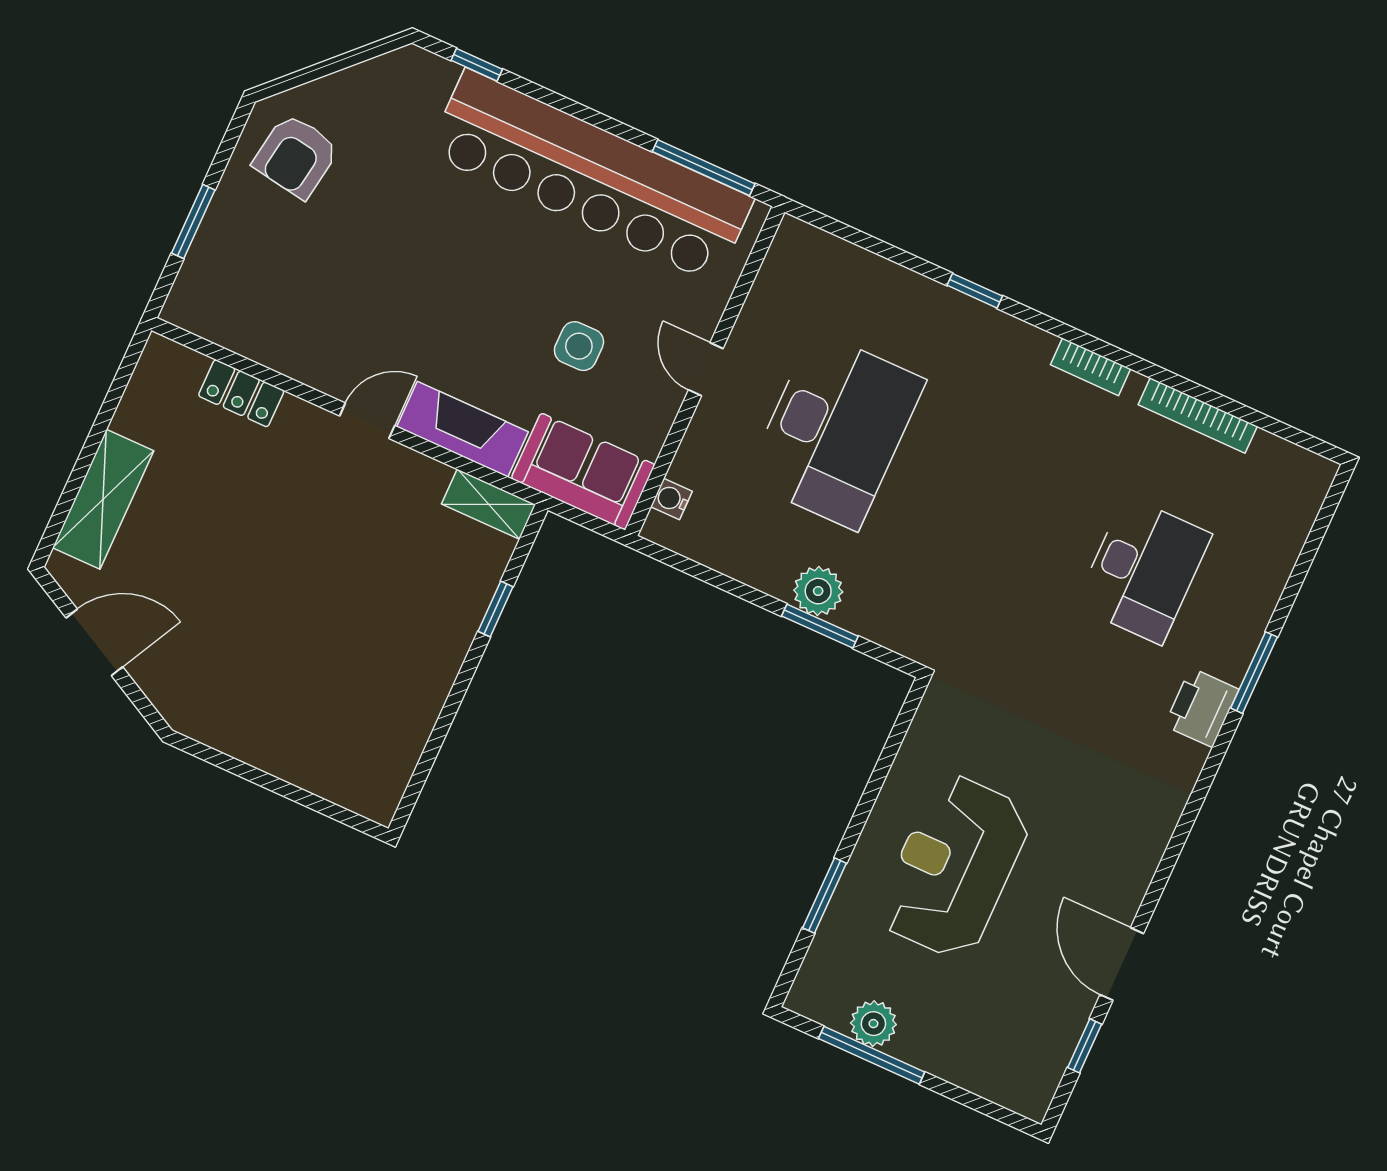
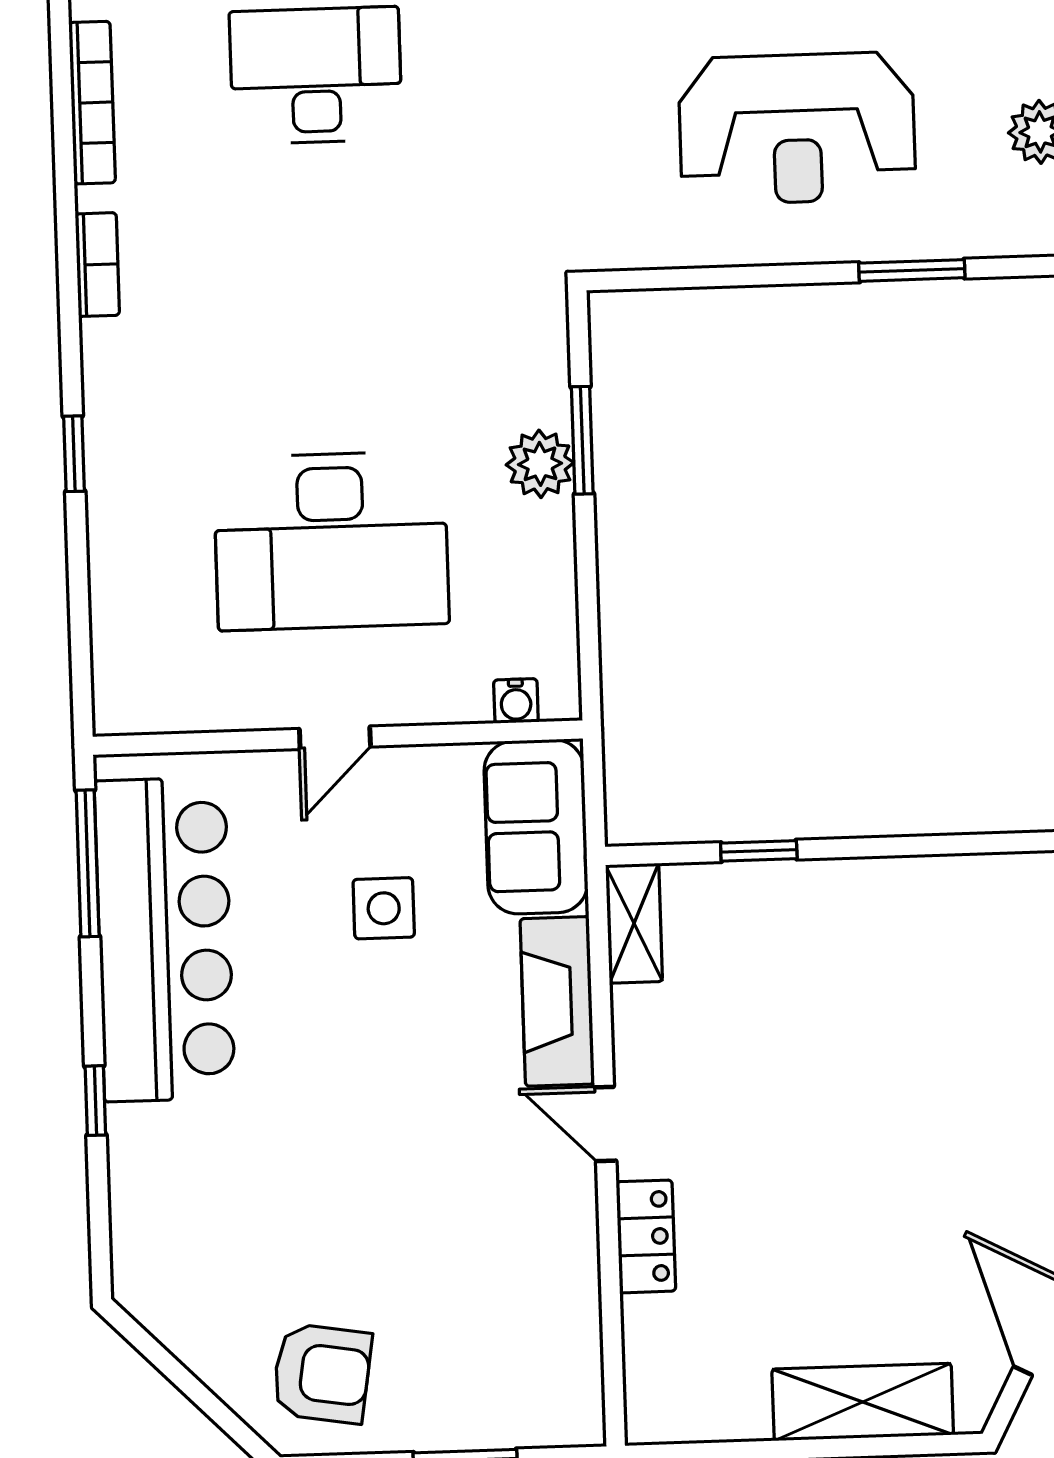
window: (477, 65) -> (95, 1101), moved
bar counter: (591, 176) -> (165, 939), width x0.73
locker: (241, 393) -> (646, 1236), moved
desk: (835, 430) -> (331, 541), turned 180

